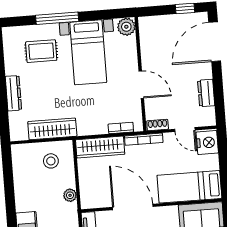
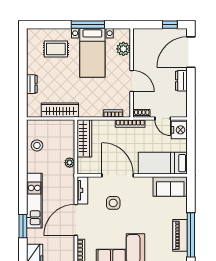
window: (57, 18) -> (88, 25), moved
plant: (126, 27) -> (123, 49), moved
dresser: (13, 93) -> (32, 84), width x0.70
dresser: (206, 93) -> (181, 81), moved
wardrobe: (100, 147) -> (84, 138), moved, turned -90
stool: (51, 161) -> (37, 145), moved

